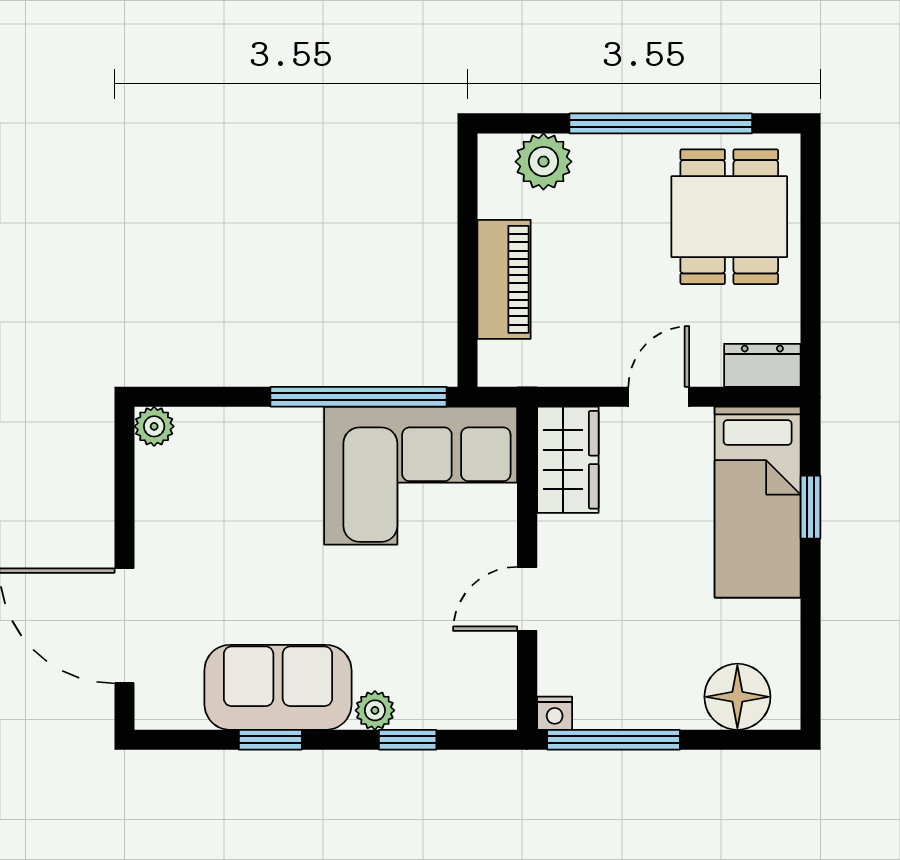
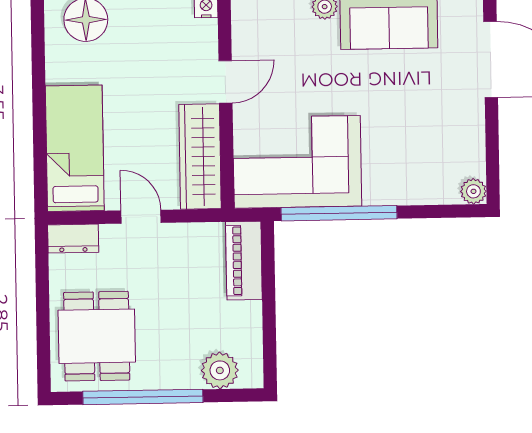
piano: (504, 279) -> (244, 261), moved
door: (659, 397) -> (141, 217), swing flipped
wardrobe: (568, 460) -> (200, 157), width x1.50
window: (810, 507) -> (40, 146), removed

